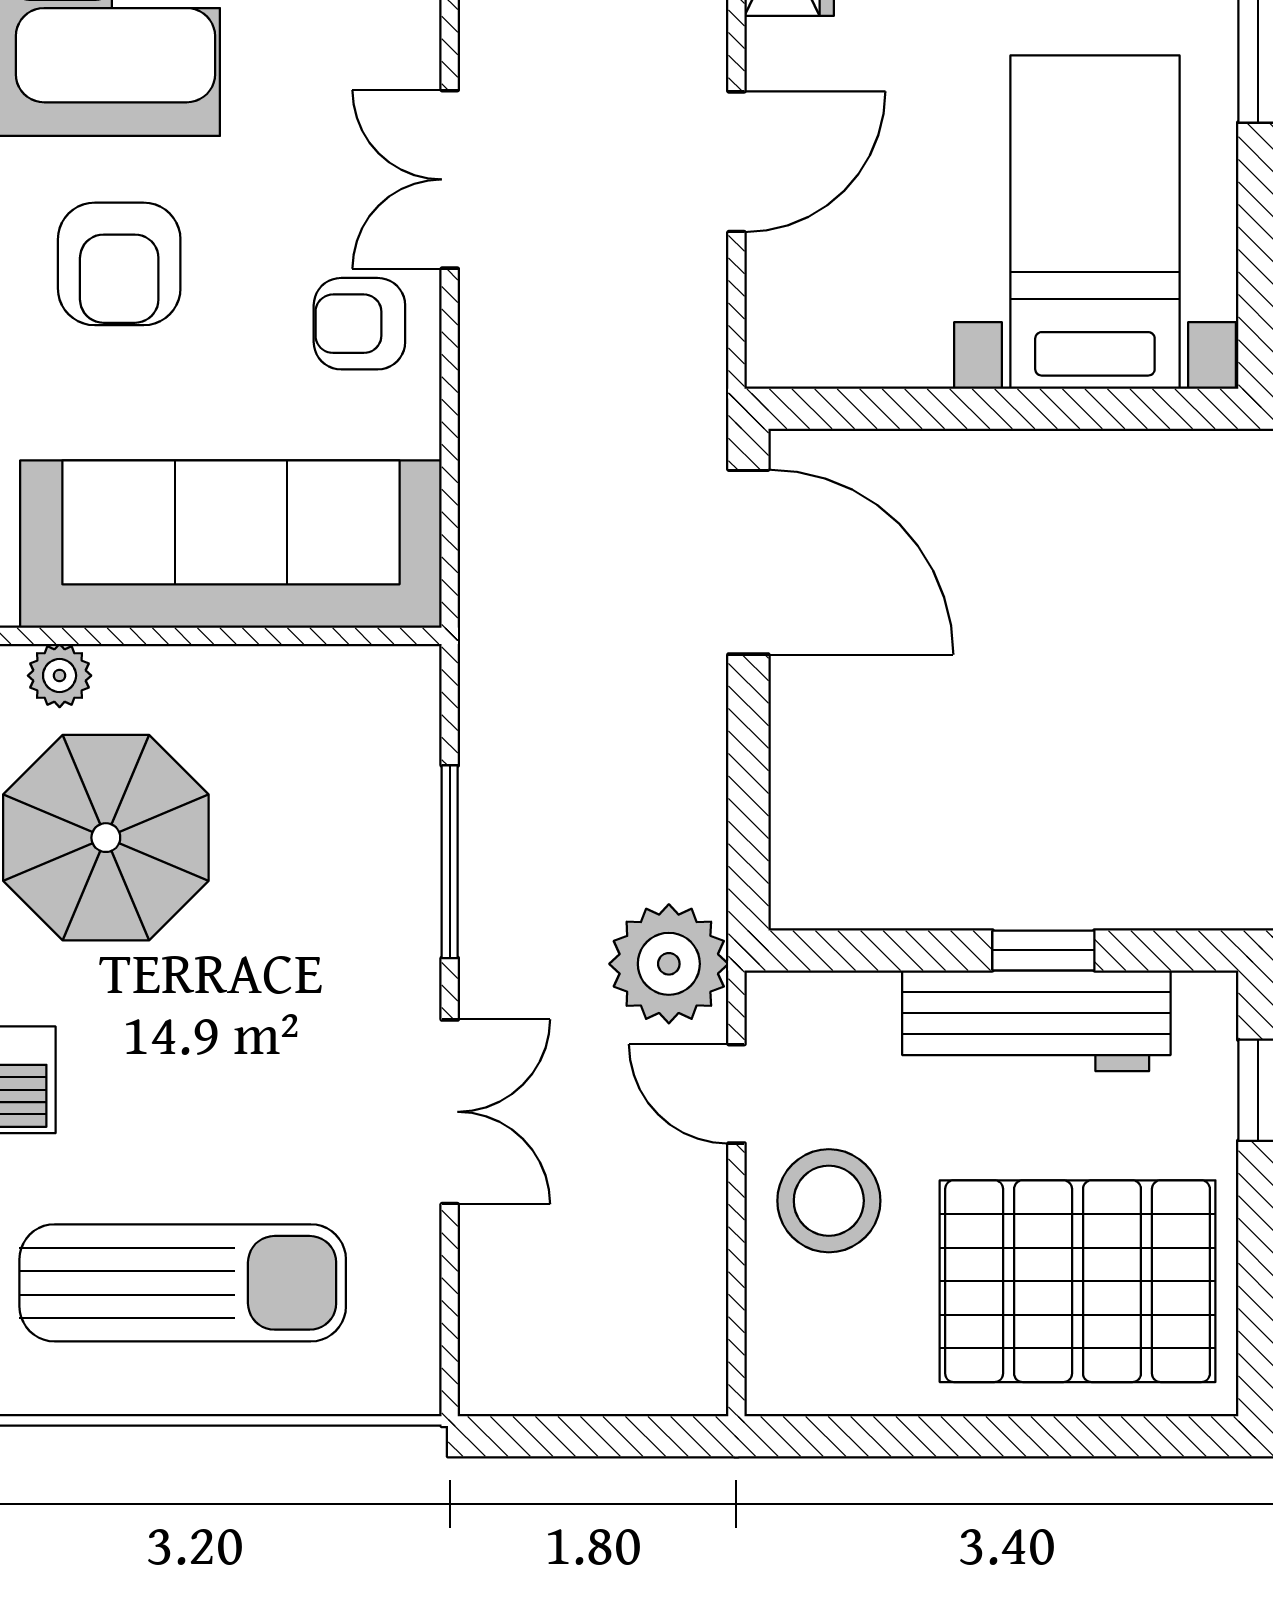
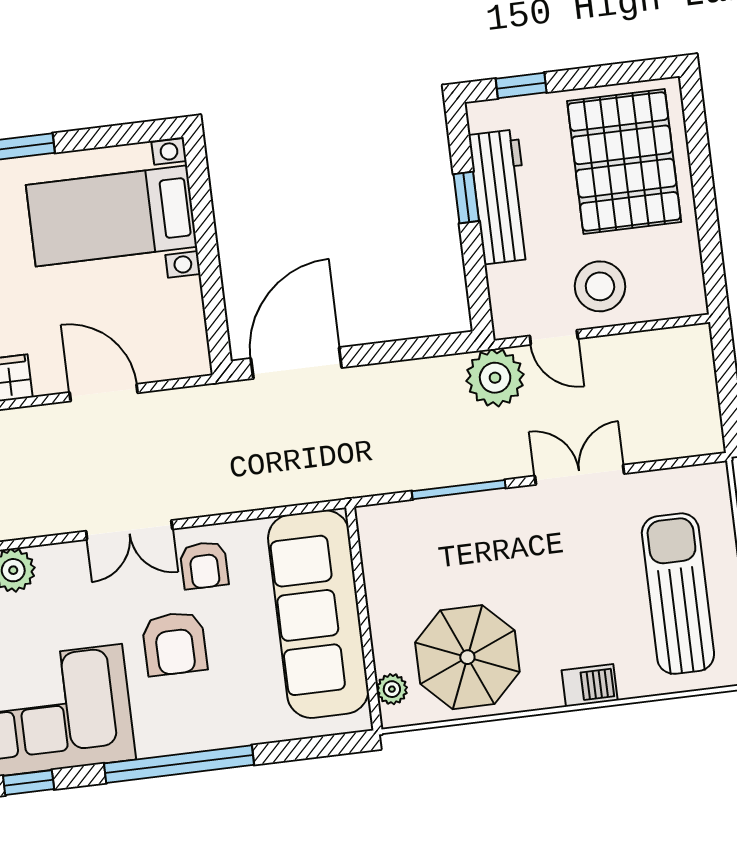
armchair: (119, 264) -> (175, 644), moved, turned 90
door: (736, 1094) -> (554, 337), hinge flipped

